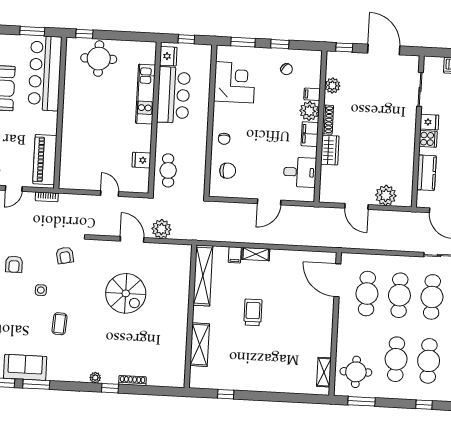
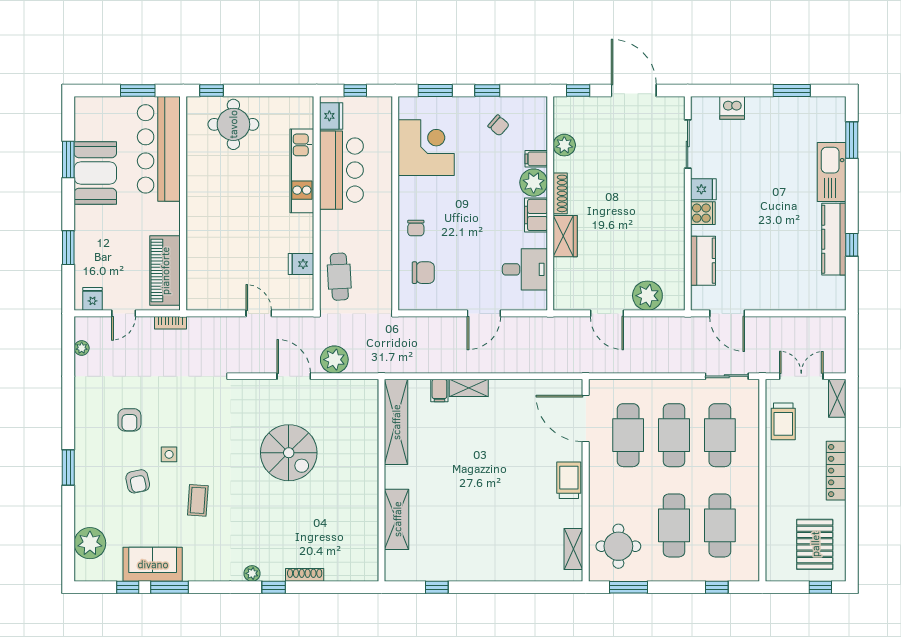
armchair: (65, 255) -> (138, 481), moved
trolley: (253, 312) -> (569, 480), moved

